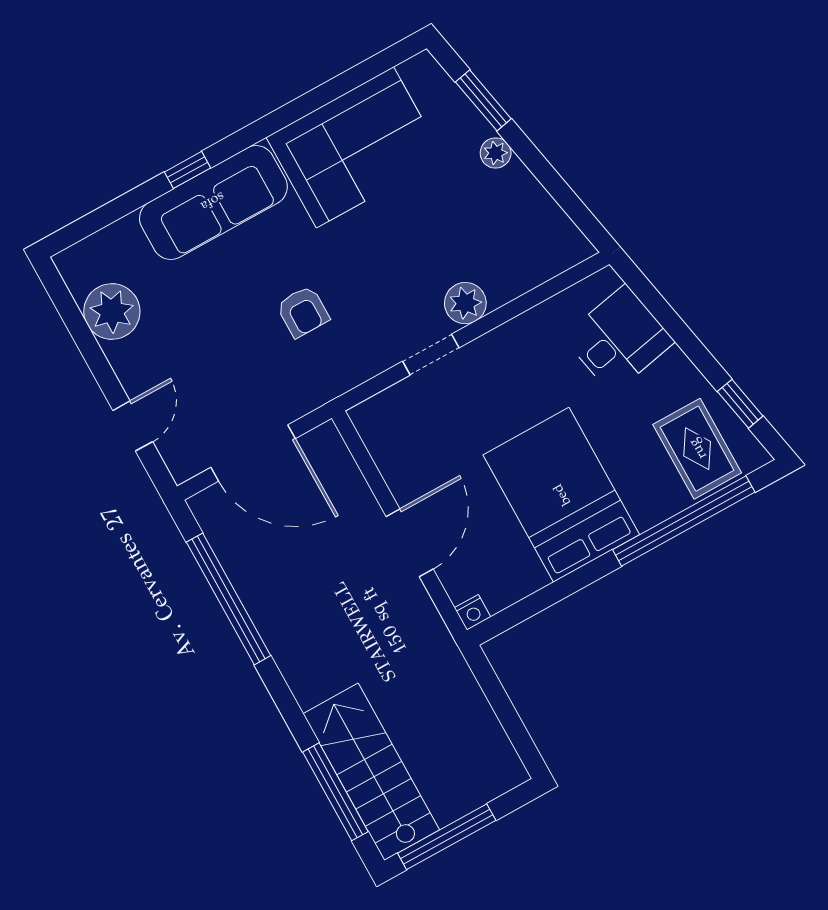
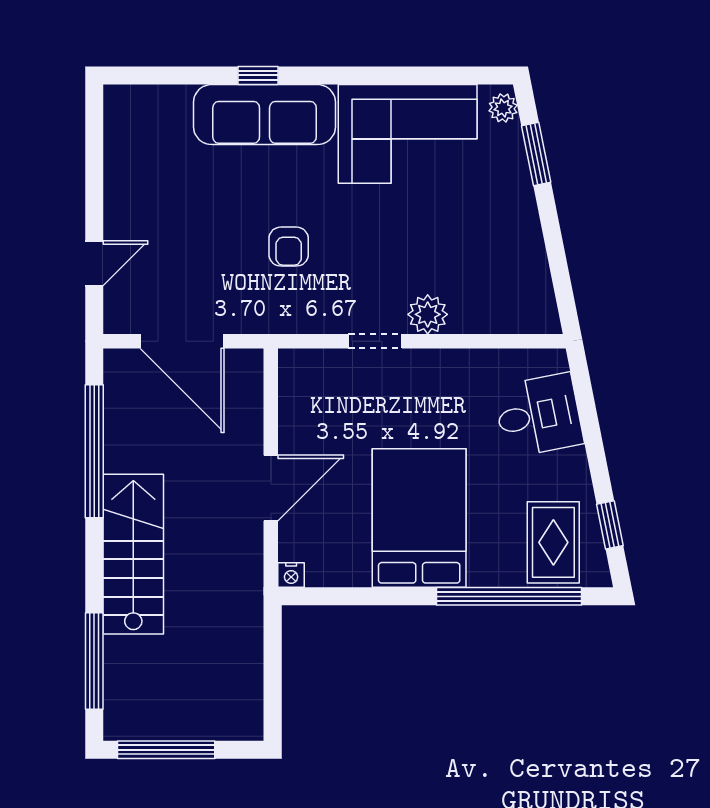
plant: (496, 153) -> (503, 108), moved
plant: (112, 312) -> (130, 158), removed
stairs: (371, 772) -> (133, 554), moved

